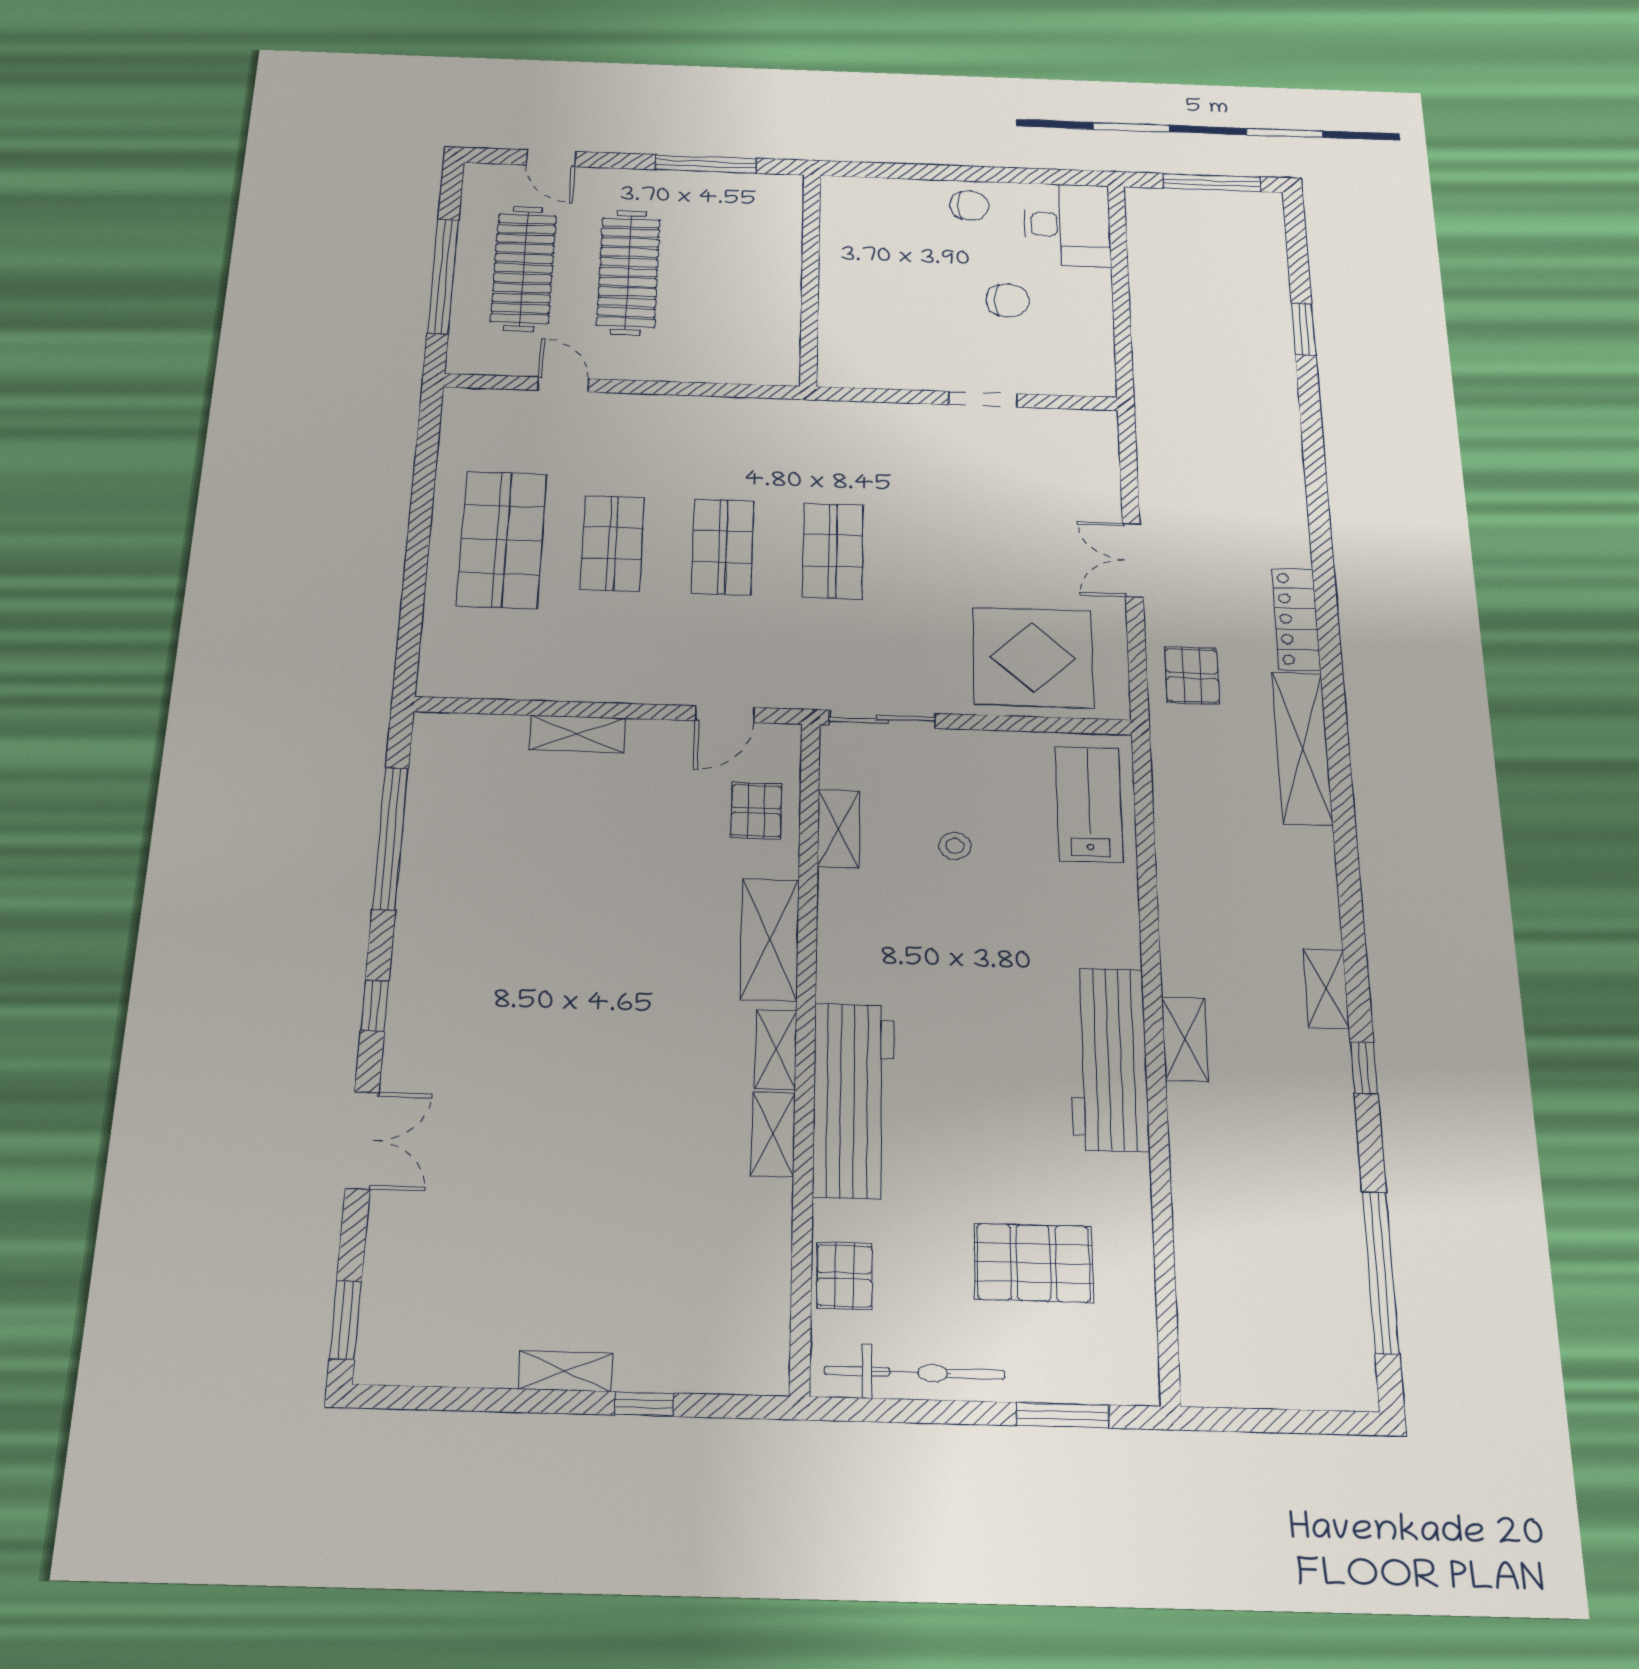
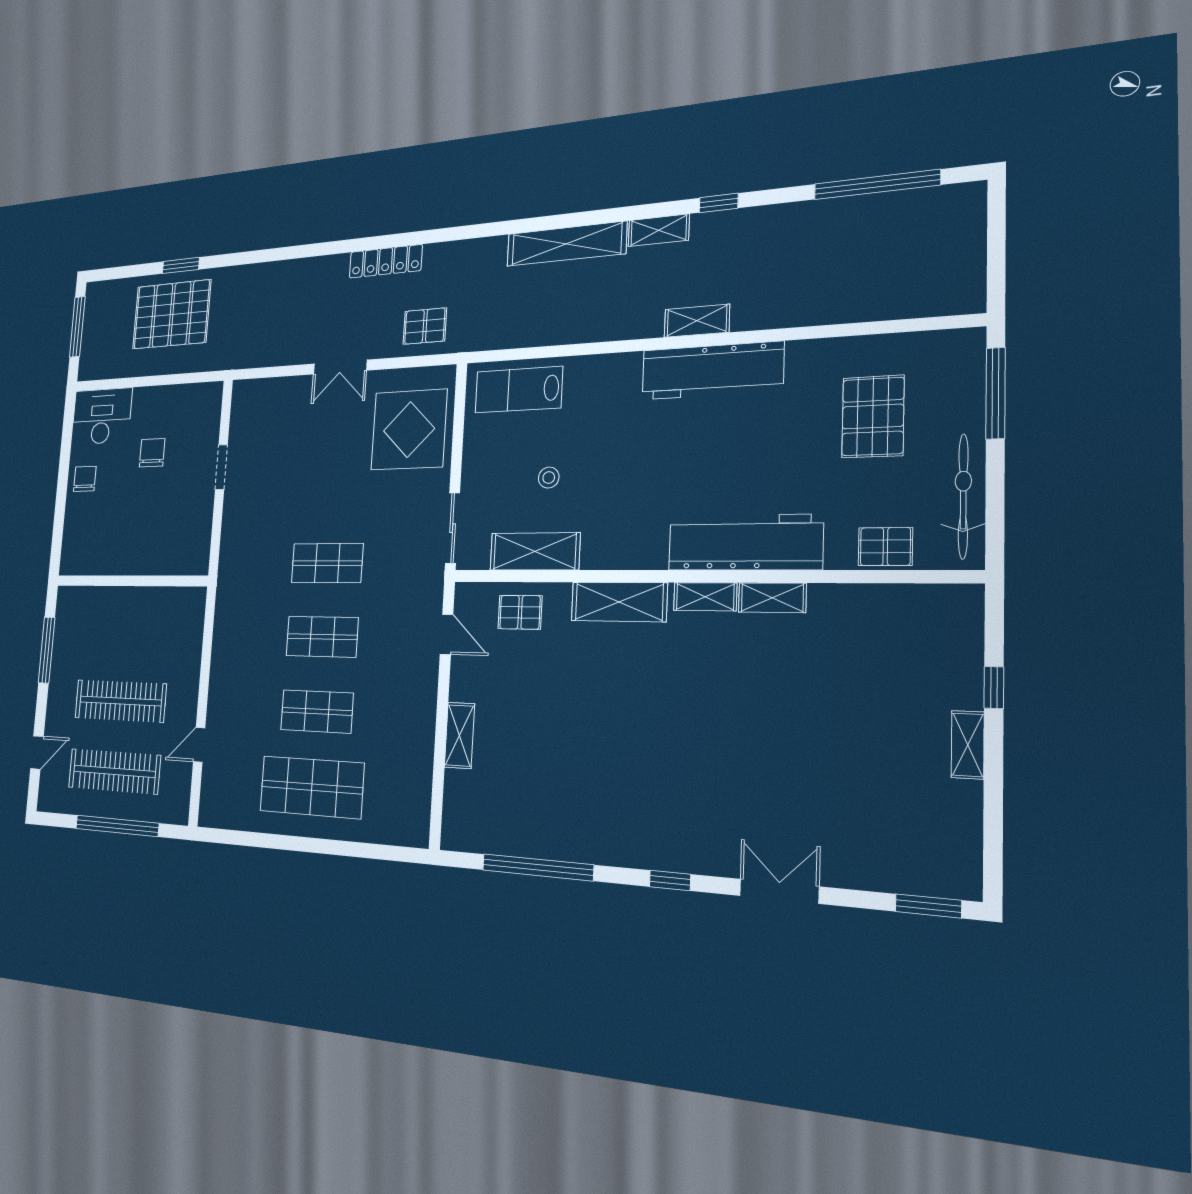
pallet: (1226, 319) -> (172, 314), added
shelving: (1302, 748) -> (566, 244), moved
shelving: (838, 829) -> (535, 552), width x1.50, depth x1.33
window: (1063, 1415) -> (996, 393), width x1.44

